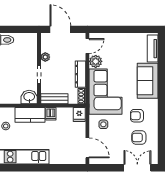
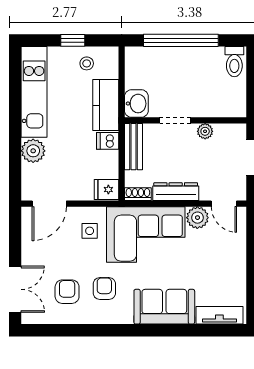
plant: (57, 157) -> (33, 151), added

